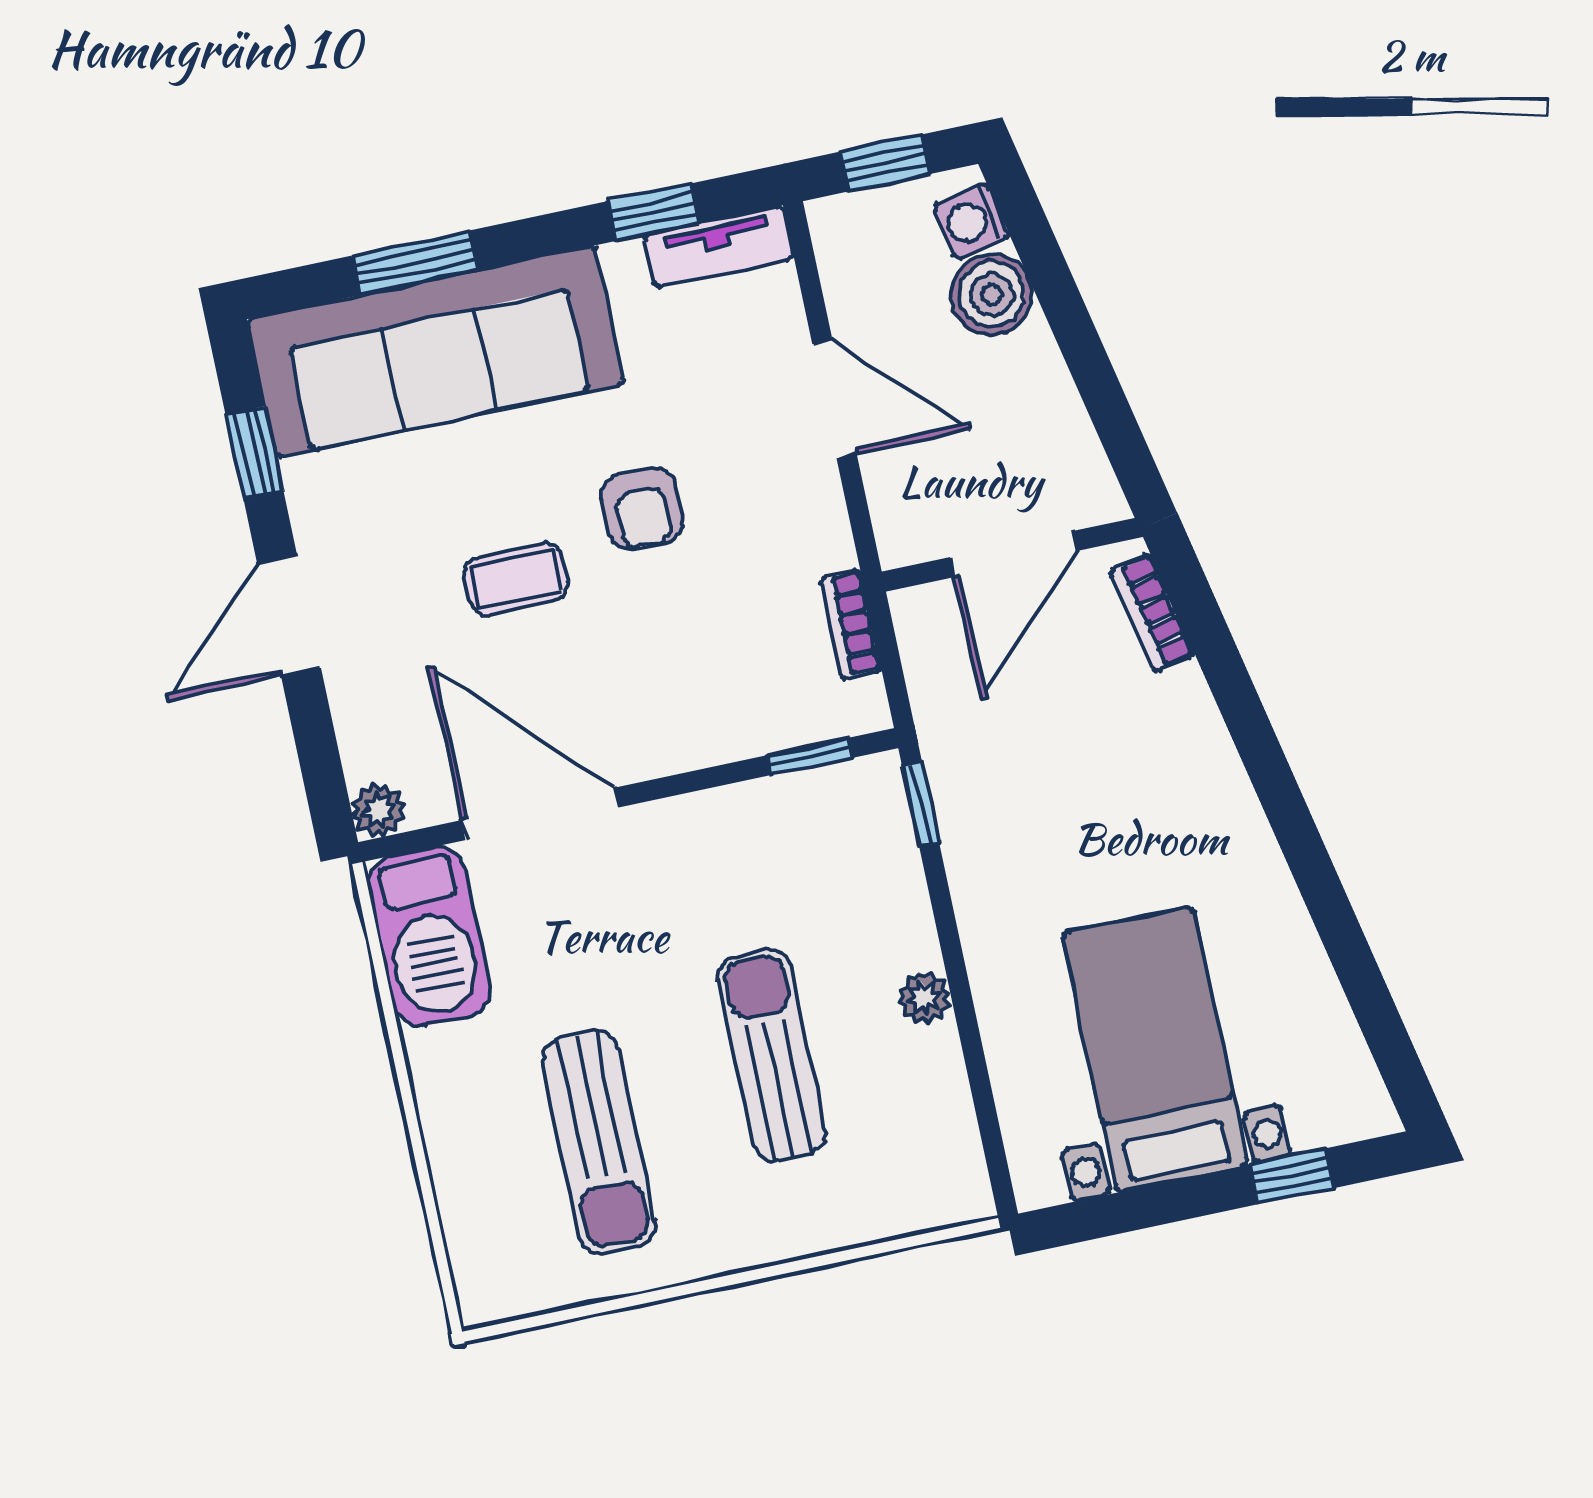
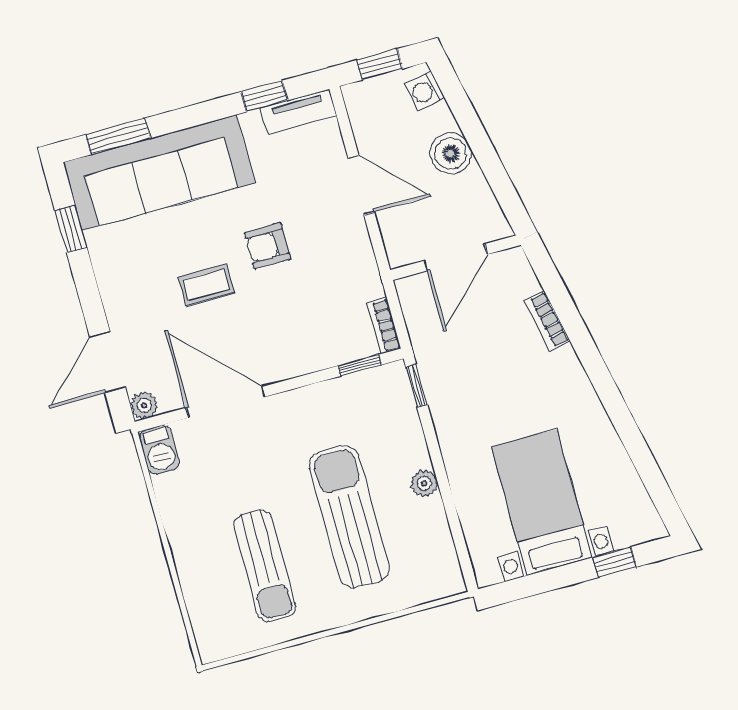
window: (415, 263) -> (118, 136), moved
boiler: (992, 295) -> (451, 153), moved
armchair: (642, 509) -> (268, 246), turned 90
bookcase: (1152, 613) -> (547, 321), moved
door: (289, 615) -> (108, 362), moved
bookcase: (851, 624) -> (384, 326), moved
barbecue: (429, 936) -> (159, 450), width x0.53, depth x0.65
sun lounger: (772, 1055) -> (349, 517), width x1.36, depth x1.34

